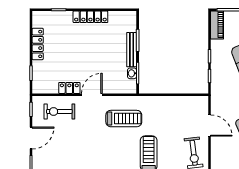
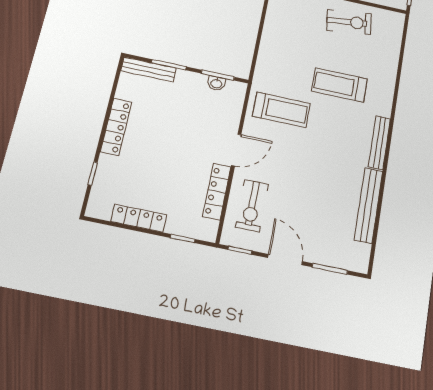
bench: (132, 50) -> (148, 69), moved
locker: (69, 88) -> (217, 192), width x1.53
door: (92, 95) -> (236, 150), swing flipped
treadmill: (124, 119) -> (281, 110), turned 90

